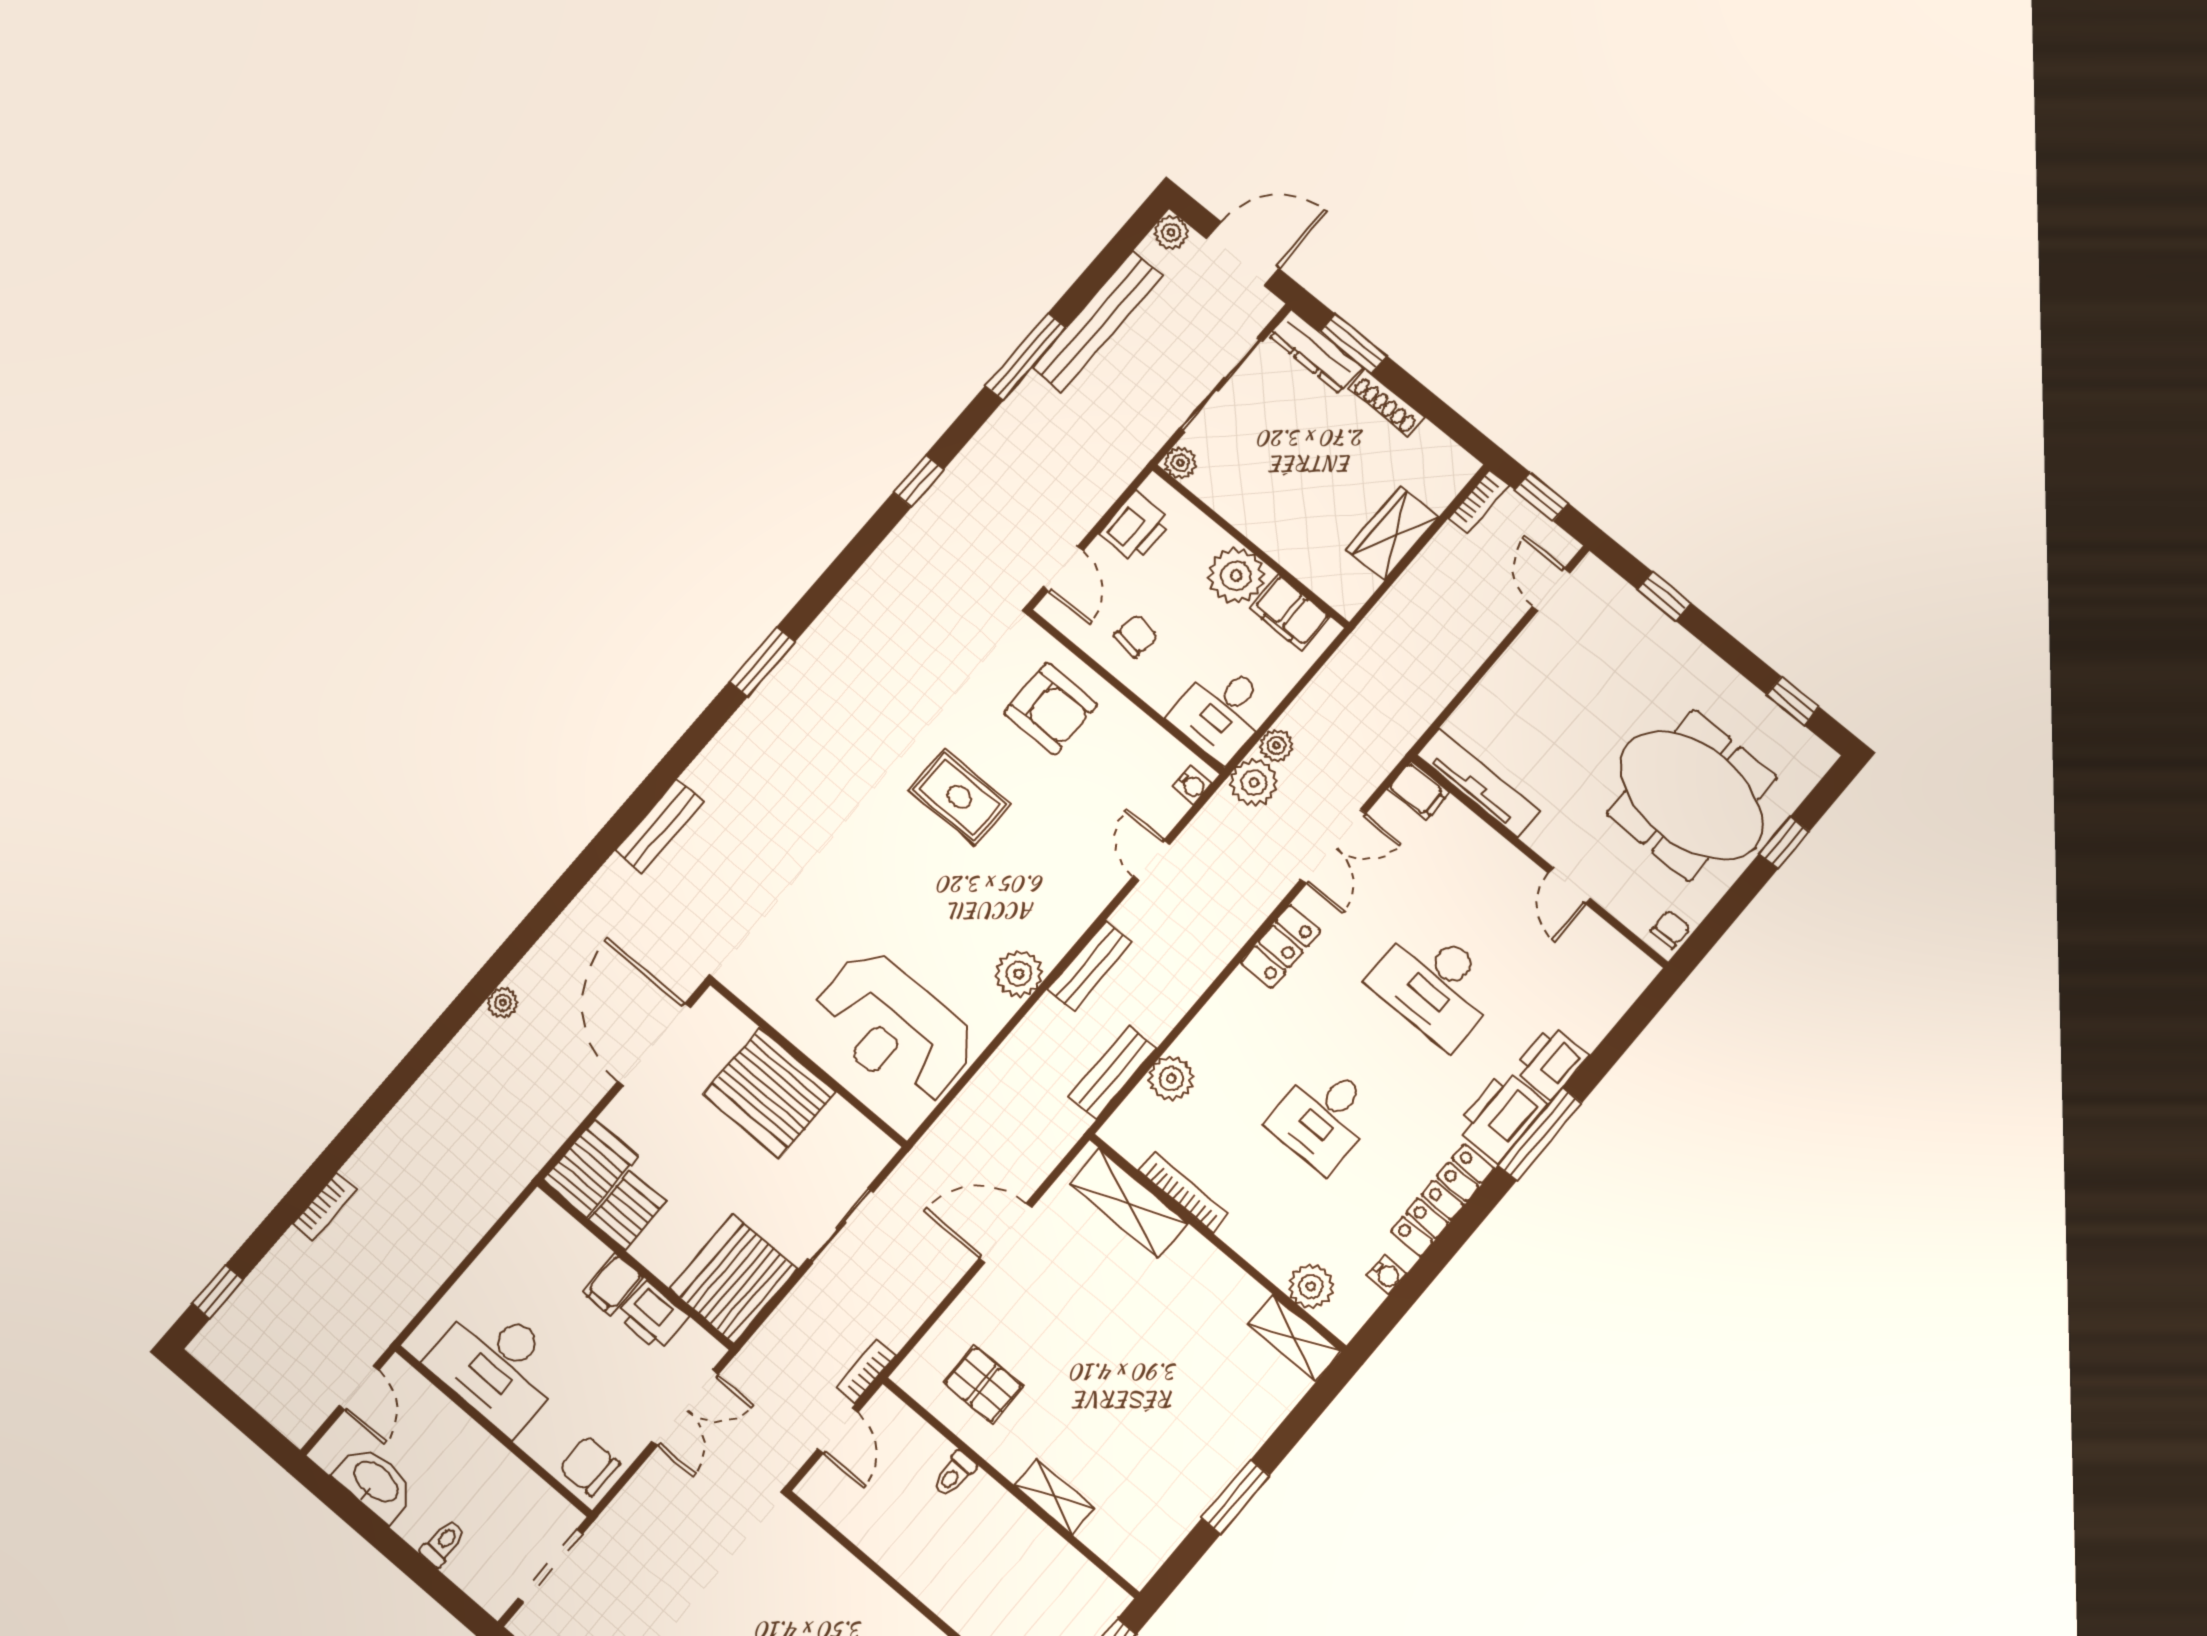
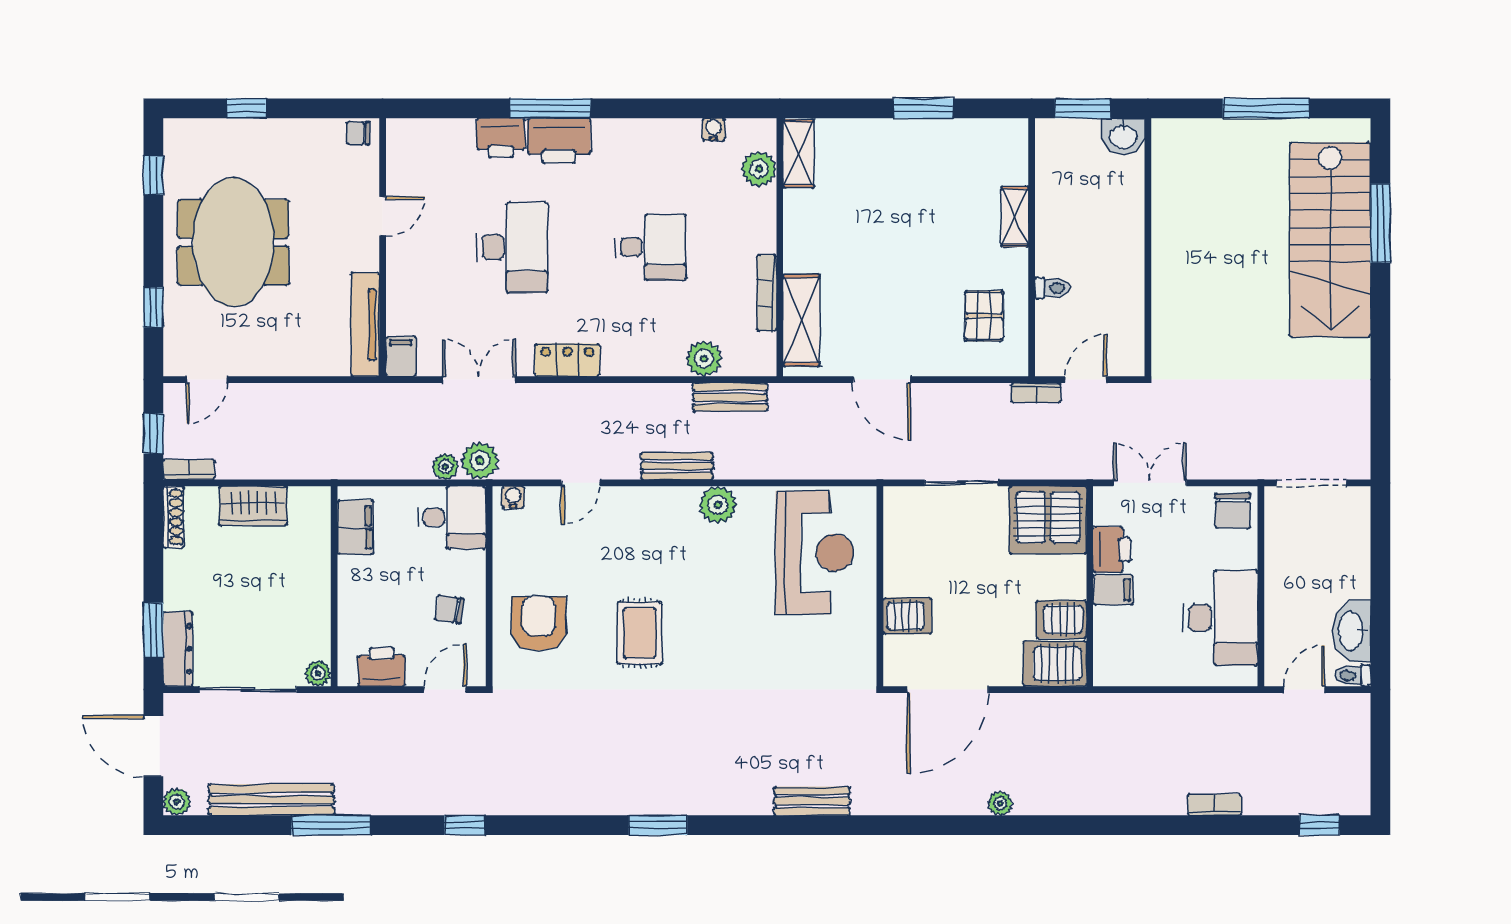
shoe rack: (1387, 403) -> (174, 517), moved
plant: (1236, 576) -> (360, 580), removed
meeting table: (1692, 795) -> (233, 242), moved
server rack: (769, 1093) -> (907, 616), width x0.46, depth x0.70
locker: (1442, 1200) -> (640, 134), removed
toilet: (443, 1543) -> (1353, 675), moved

